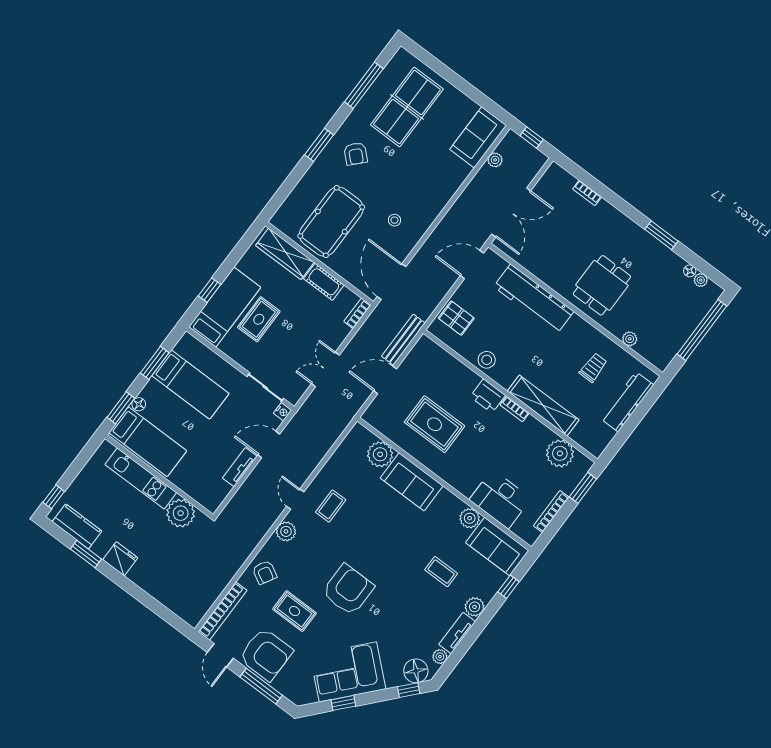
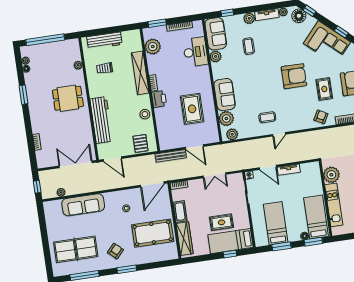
sofa: (478, 137) -> (83, 205), moved, width x1.36
plant: (286, 531) -> (232, 134), moved
armchair: (348, 590) -> (294, 76), turned 180

